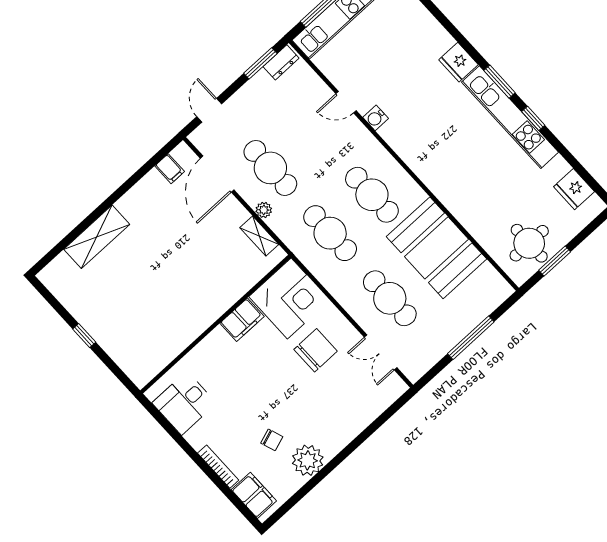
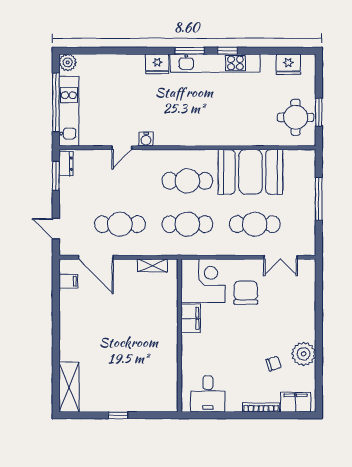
plant: (264, 210) -> (140, 249), removed
shelving: (97, 237) -> (69, 387), moved

